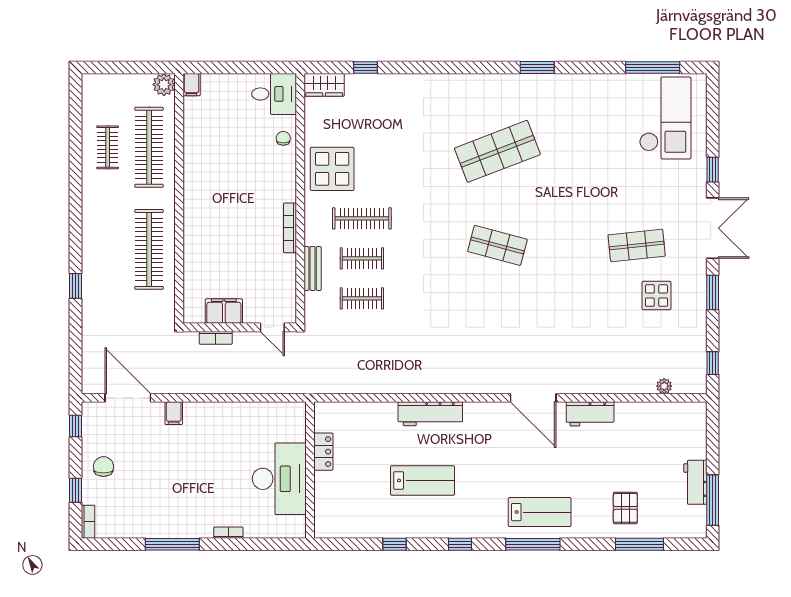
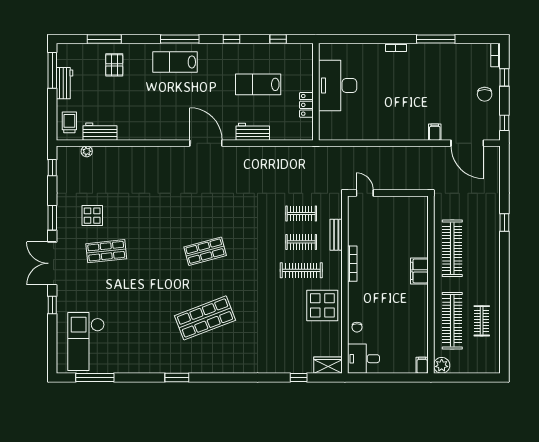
shop shelf: (497, 245) -> (205, 251), turned -30
filing cabinet: (224, 311) -> (419, 271), moved, turned 90
bookcase: (216, 338) -> (405, 186), removed
door: (533, 398) -> (206, 143), moved
workbench: (430, 414) -> (253, 132), width x0.73
workbench: (590, 414) -> (100, 132), moved
trolley: (689, 427) -> (69, 122), added
locker: (323, 452) -> (306, 105), moved
wall: (310, 470) -> (316, 92), moved
desk: (279, 479) -> (338, 86), moved

